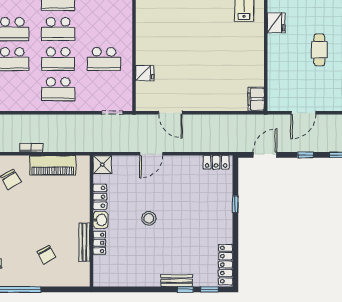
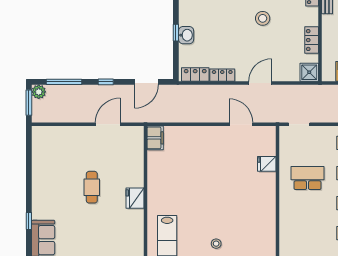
fridge: (276, 23) -> (135, 198), moved
locker: (189, 162) -> (222, 75), added
washbasin: (101, 220) -> (186, 35), moved, turned 180

